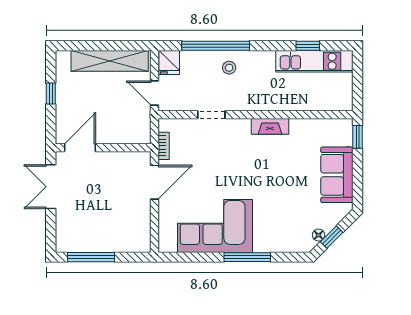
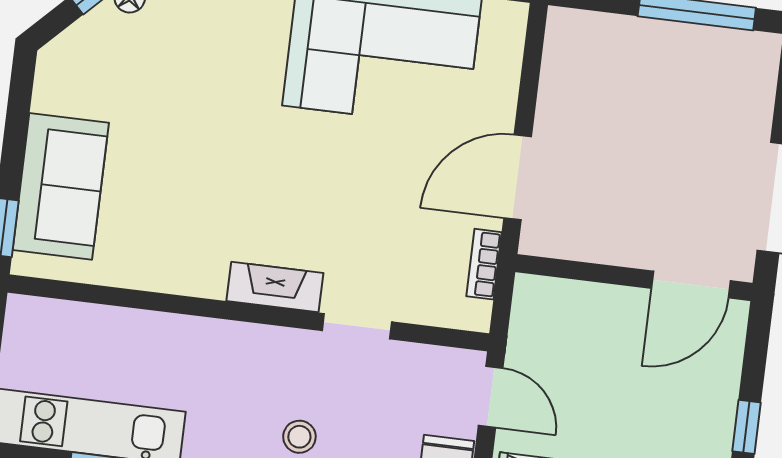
fireplace: (270, 126) -> (275, 287), moved
sofa: (337, 175) -> (61, 186), moved

